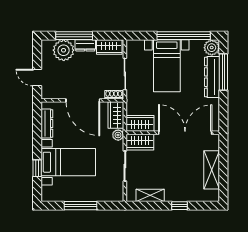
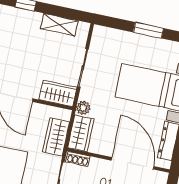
door: (83, 100) -> (133, 163), moved
wardrobe: (140, 123) -> (56, 137), moved, turned 90
window: (81, 206) -> (148, 30), width x0.69

